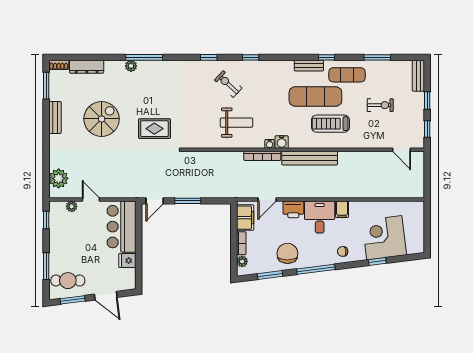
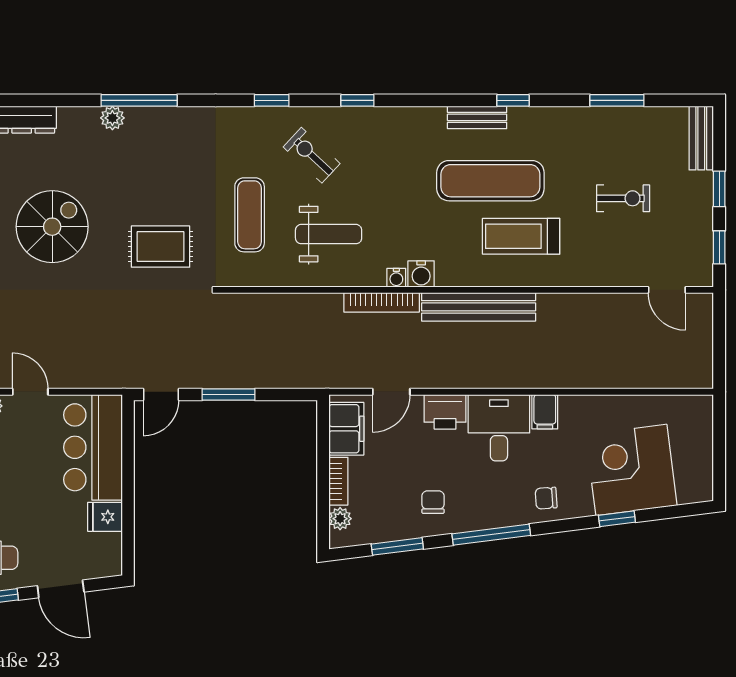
exercise mat: (347, 75) -> (250, 215), moved, turned 90
chair: (287, 253) -> (433, 502), width x0.54, depth x0.54

